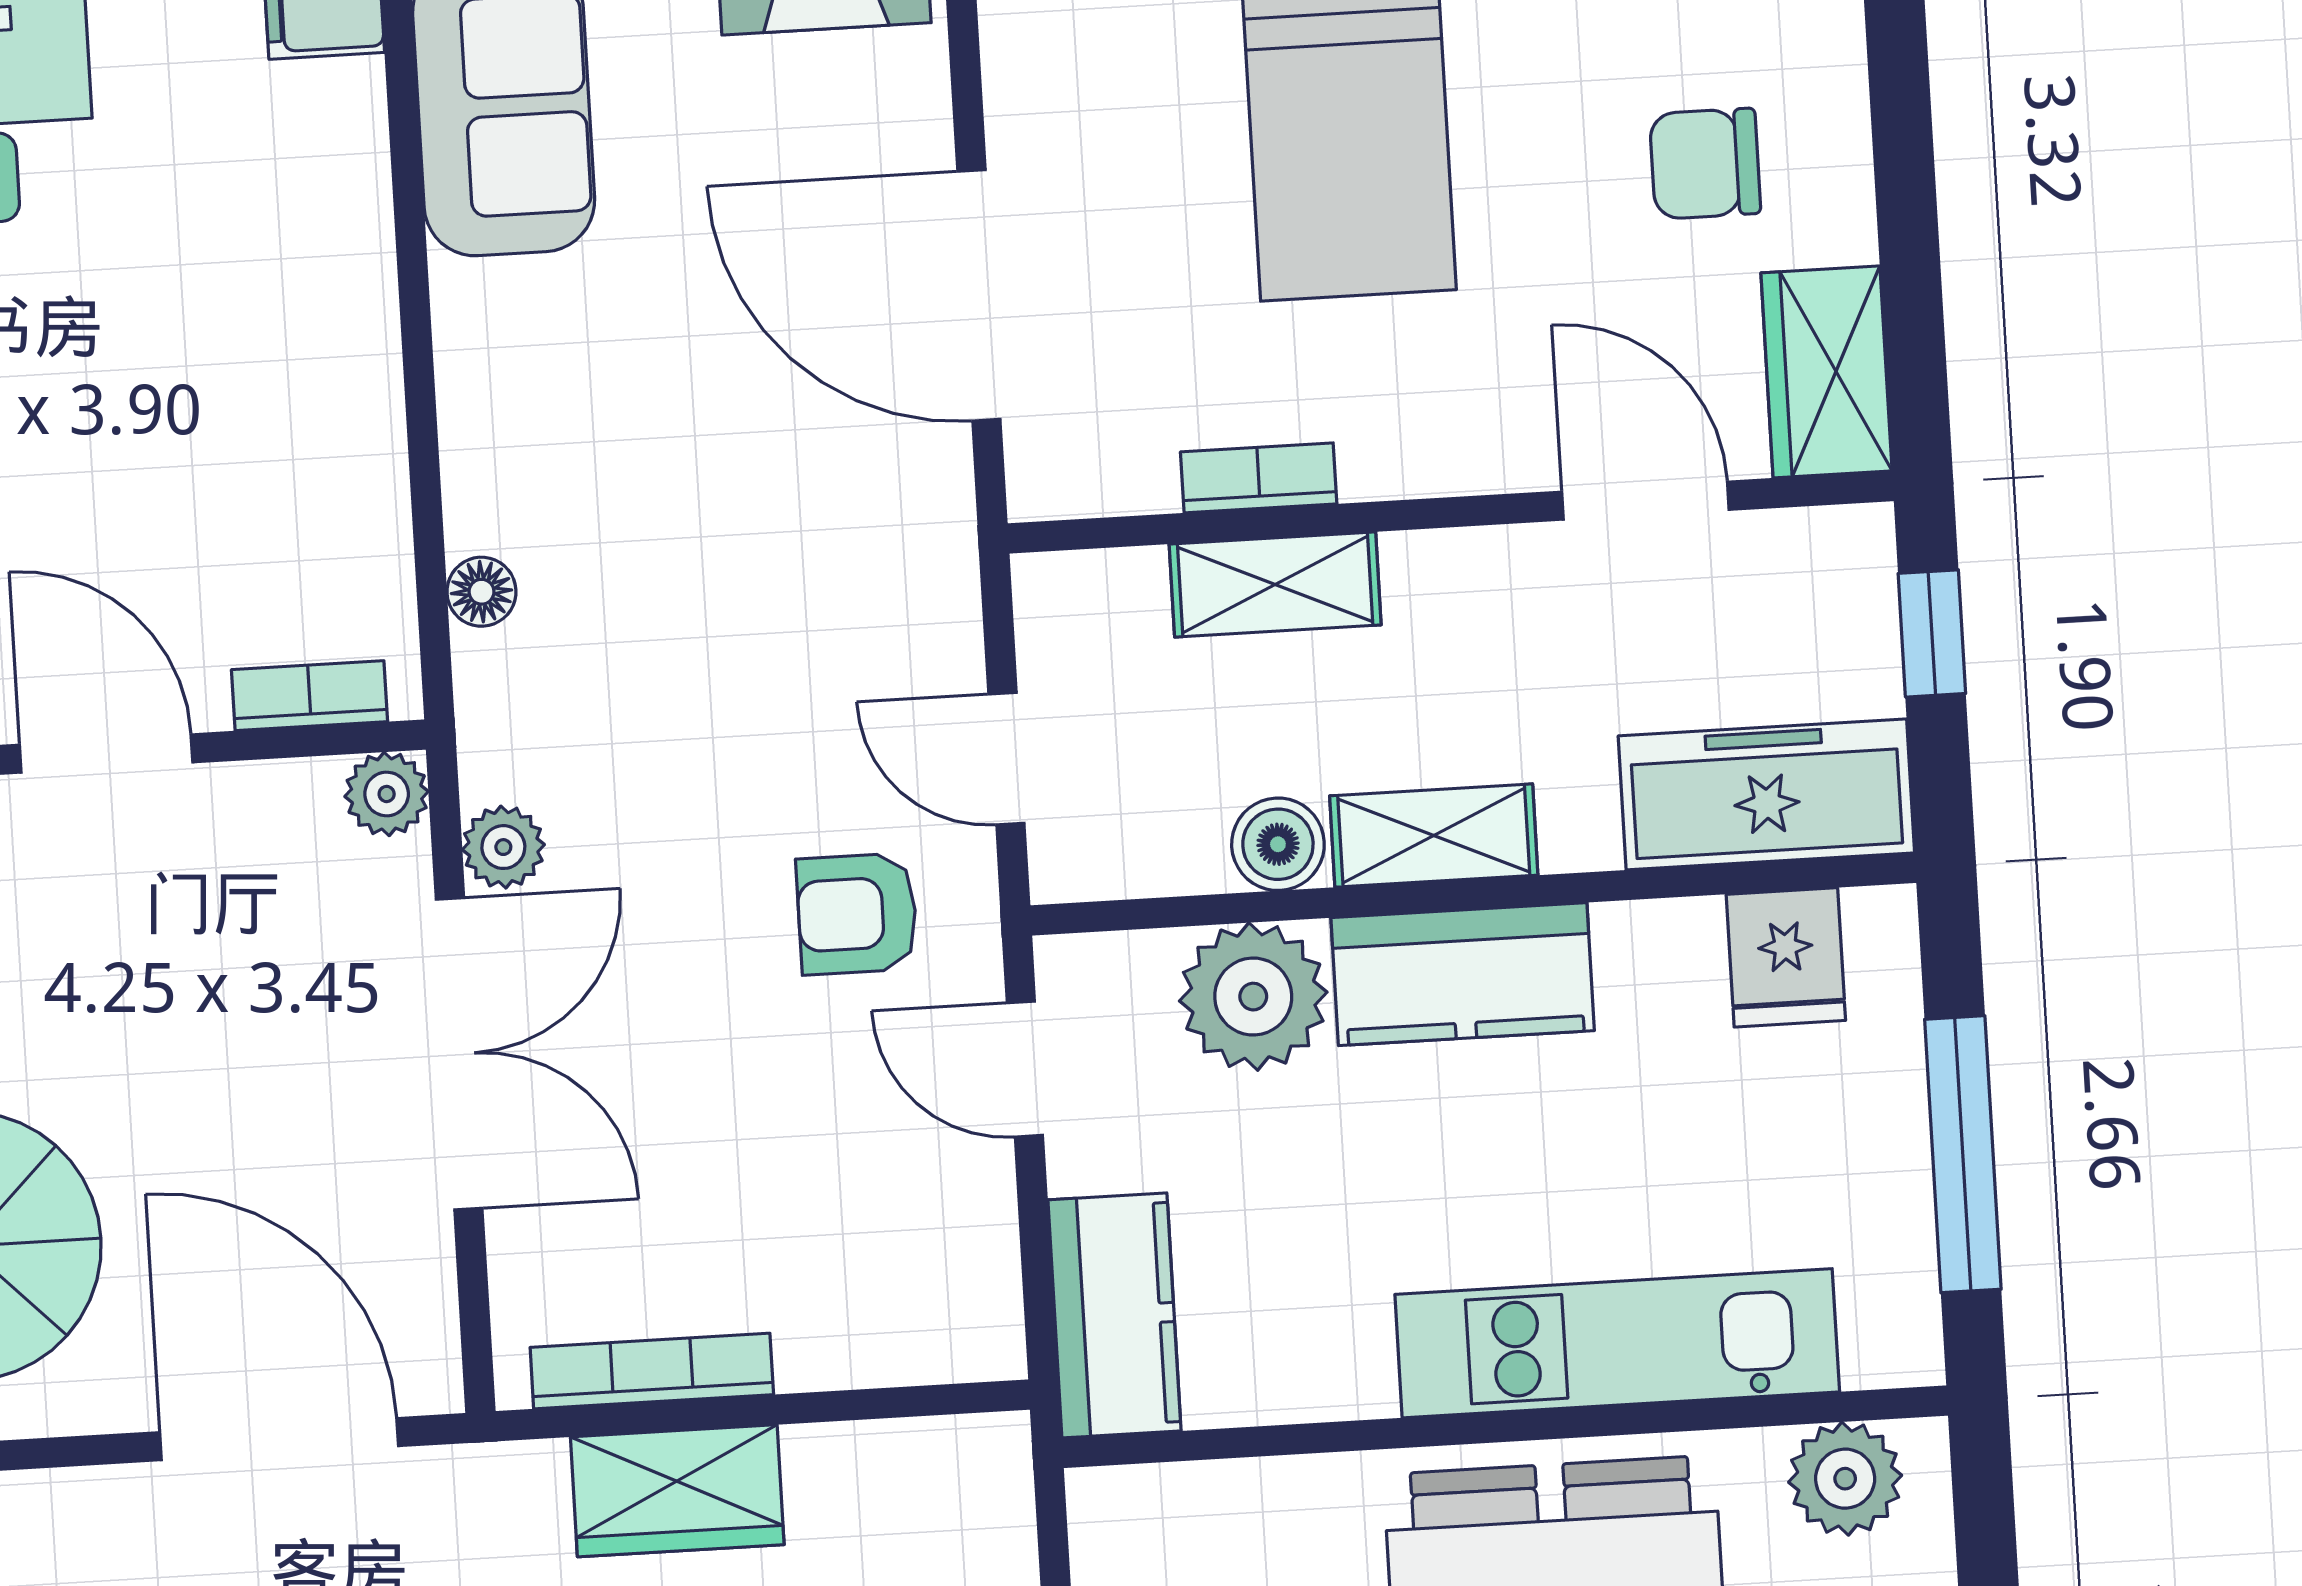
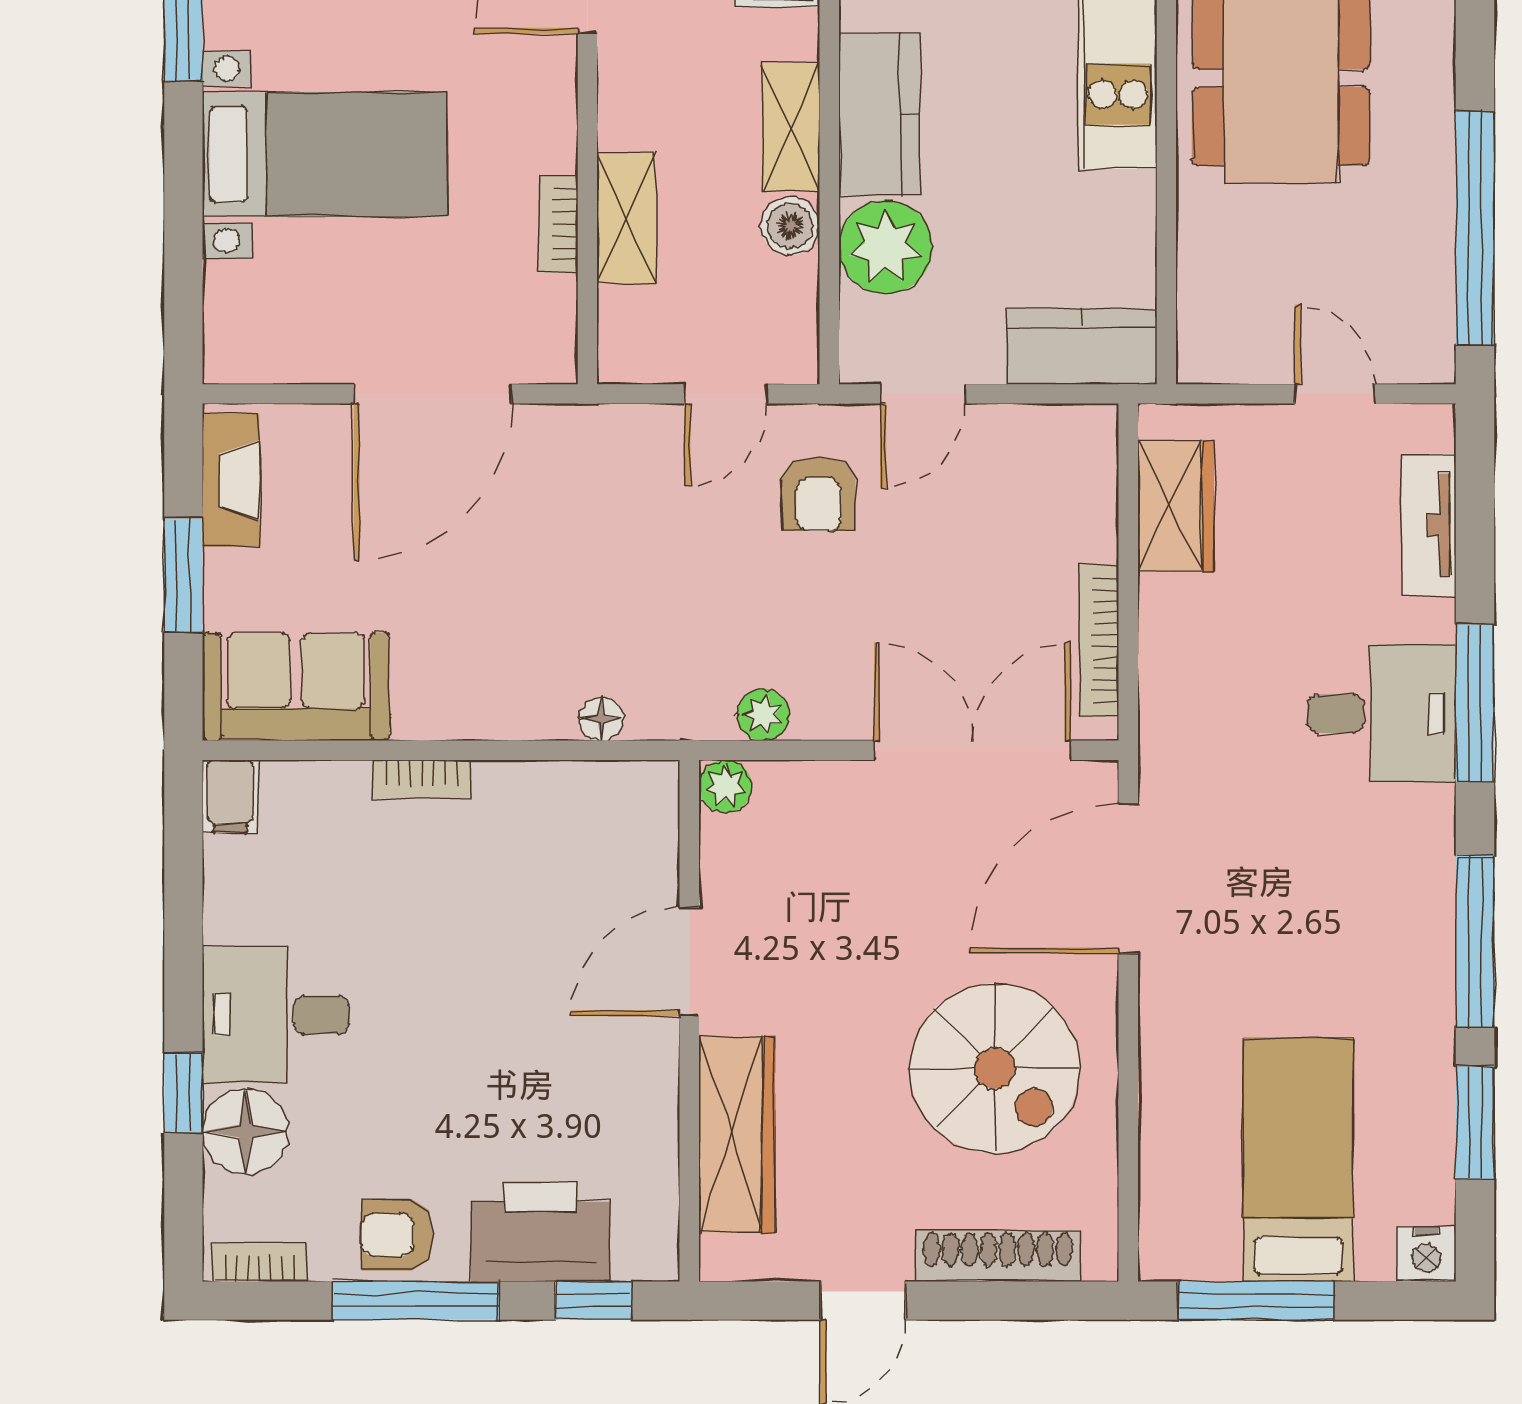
bookcase: (309, 696) -> (421, 779), moved, turned -90
double door: (459, 1054) -> (972, 750), moved
wardrobe: (677, 1491) -> (1176, 506), moved

